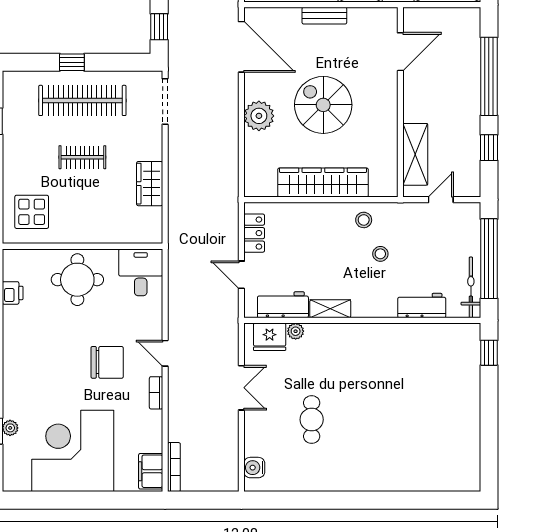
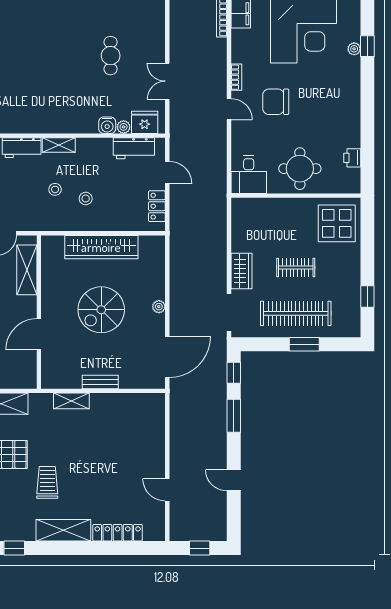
door: (241, 47) -> (167, 357), swing flipped
door: (400, 52) -> (39, 334), moved
window: (72, 62) -> (304, 344), width x1.50
spiral stairs: (323, 105) -> (101, 310), turned 90
plant: (259, 116) -> (159, 307), width x0.53, depth x0.53
wardrobe: (150, 184) -> (241, 271), moved
display table: (32, 212) -> (337, 223), width x1.36, depth x1.36
stool: (364, 220) -> (86, 199), moved
shelving: (330, 309) -> (59, 145), moved
water cooler: (254, 468) -> (107, 125), moved, turned 90

